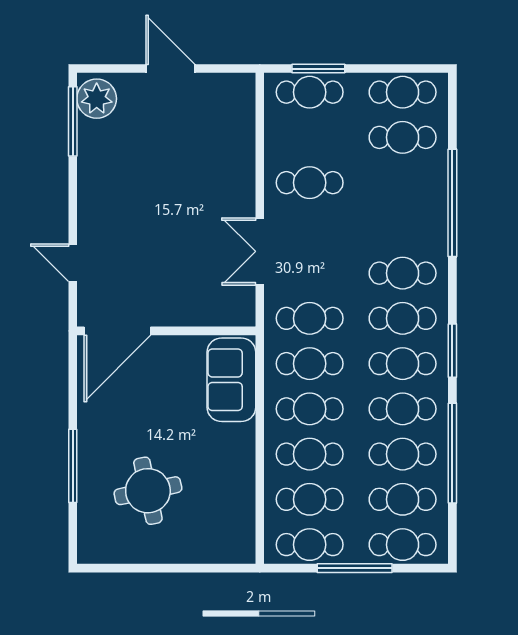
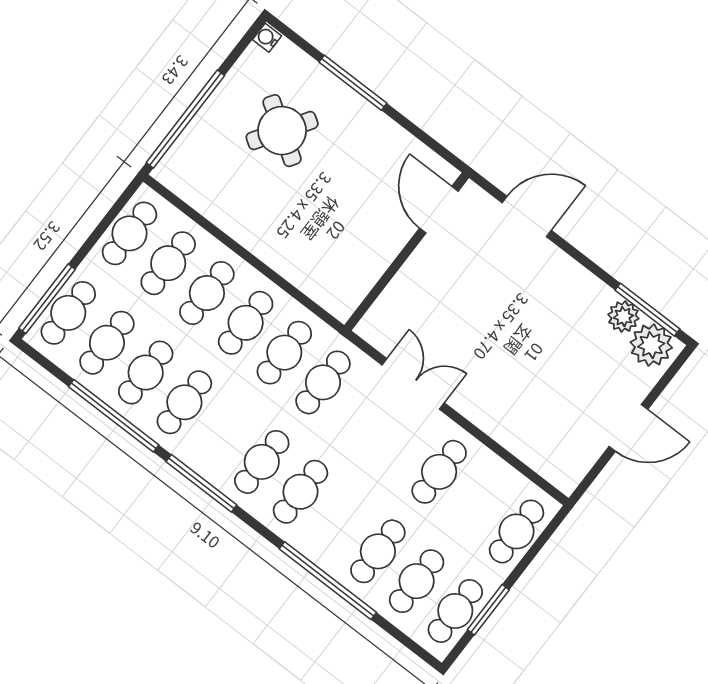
window: (318, 69) -> (488, 610), moved
plant: (92, 135) -> (623, 317), added
door: (73, 263) -> (527, 217), width x1.38
door: (117, 331) -> (439, 210), width x0.73
window: (452, 351) -> (201, 483), width x1.44
cafe table: (403, 364) -> (378, 551), moved
sofa: (231, 380) -> (322, 275), removed
round table: (148, 491) -> (282, 131), turned 45
water cooler: (88, 554) -> (267, 38), added
window: (194, 568) -> (185, 119), added
window: (355, 568) -> (47, 299), moved

